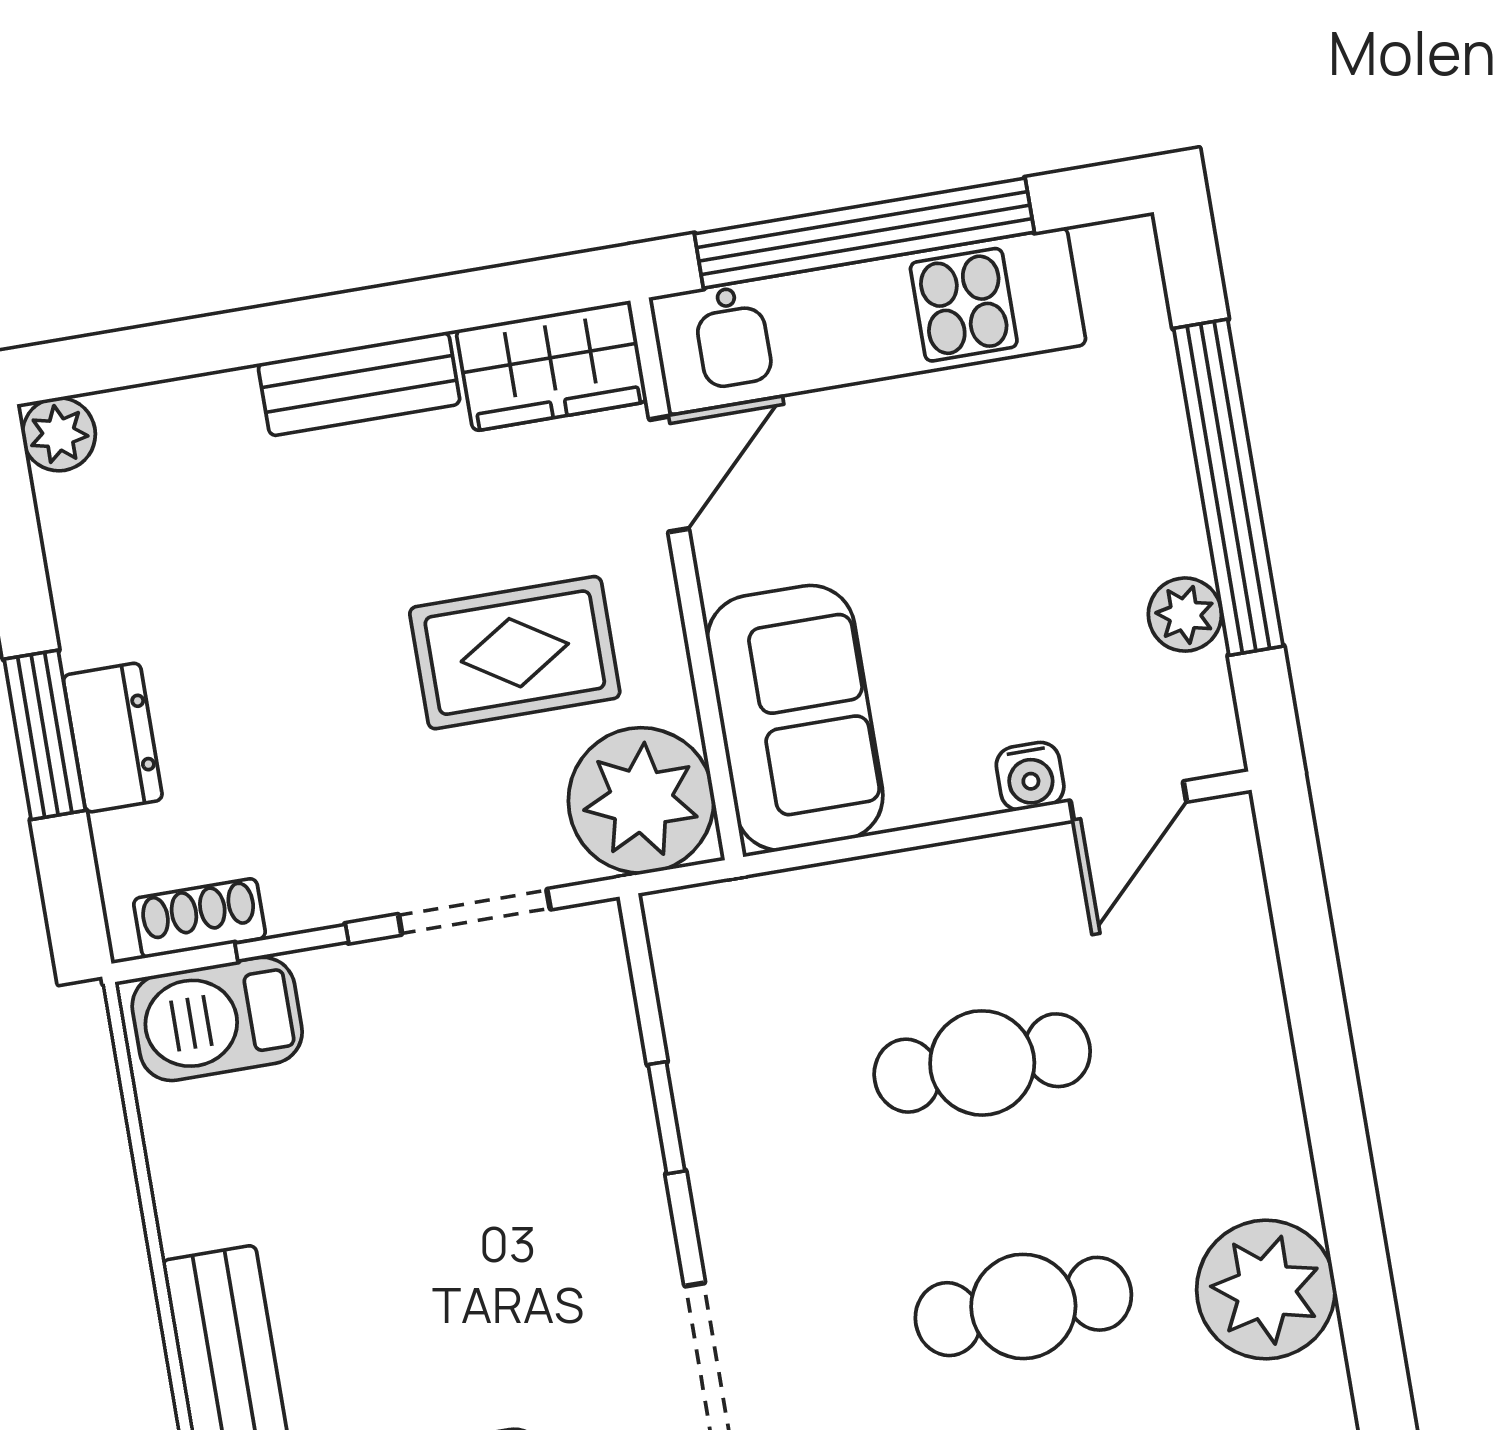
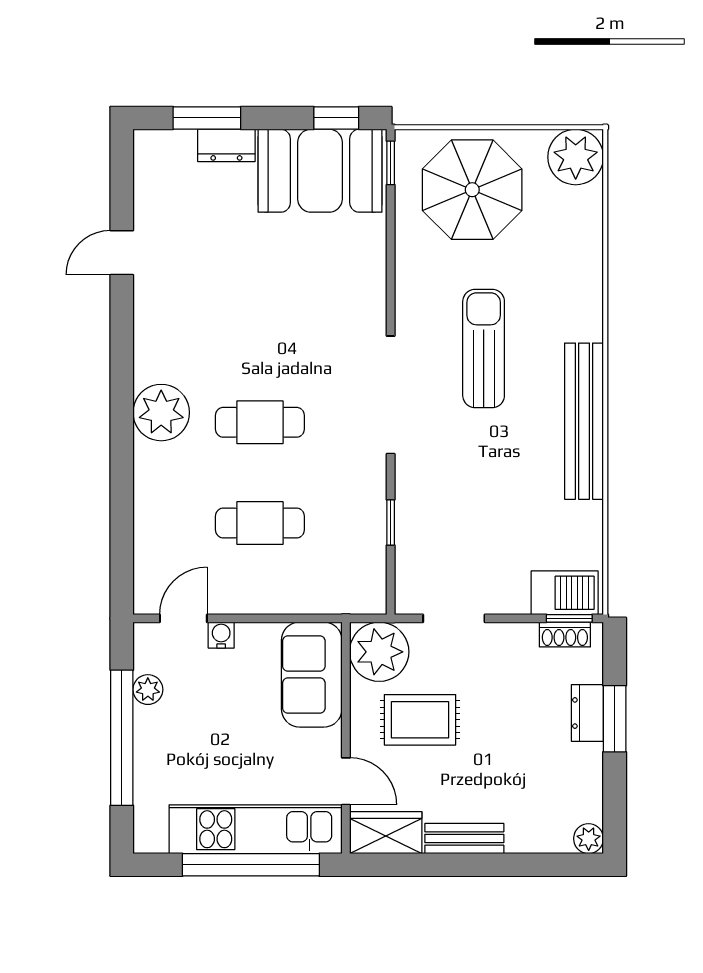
door: (669, 474) -> (346, 781), swing flipped
window: (292, 943) -> (569, 618), moved

